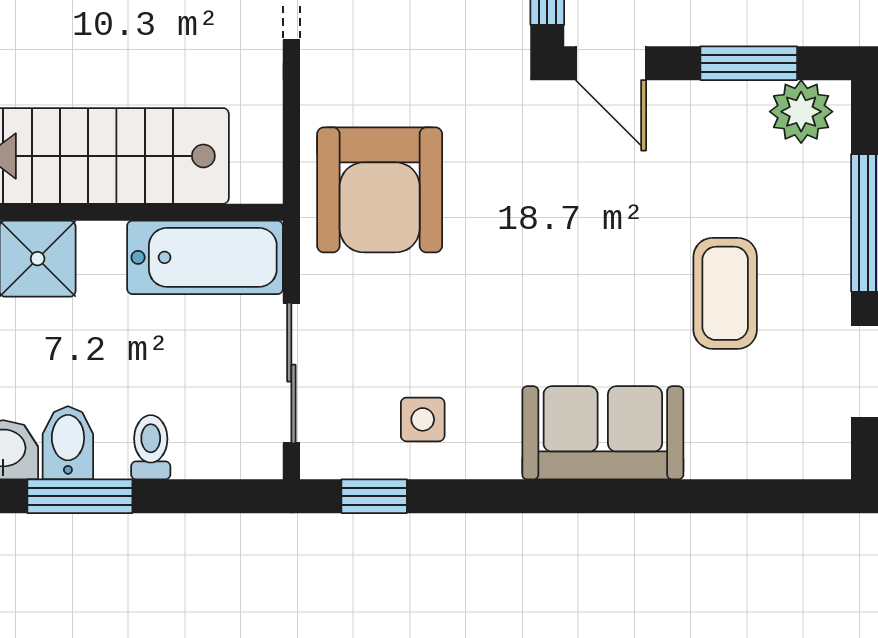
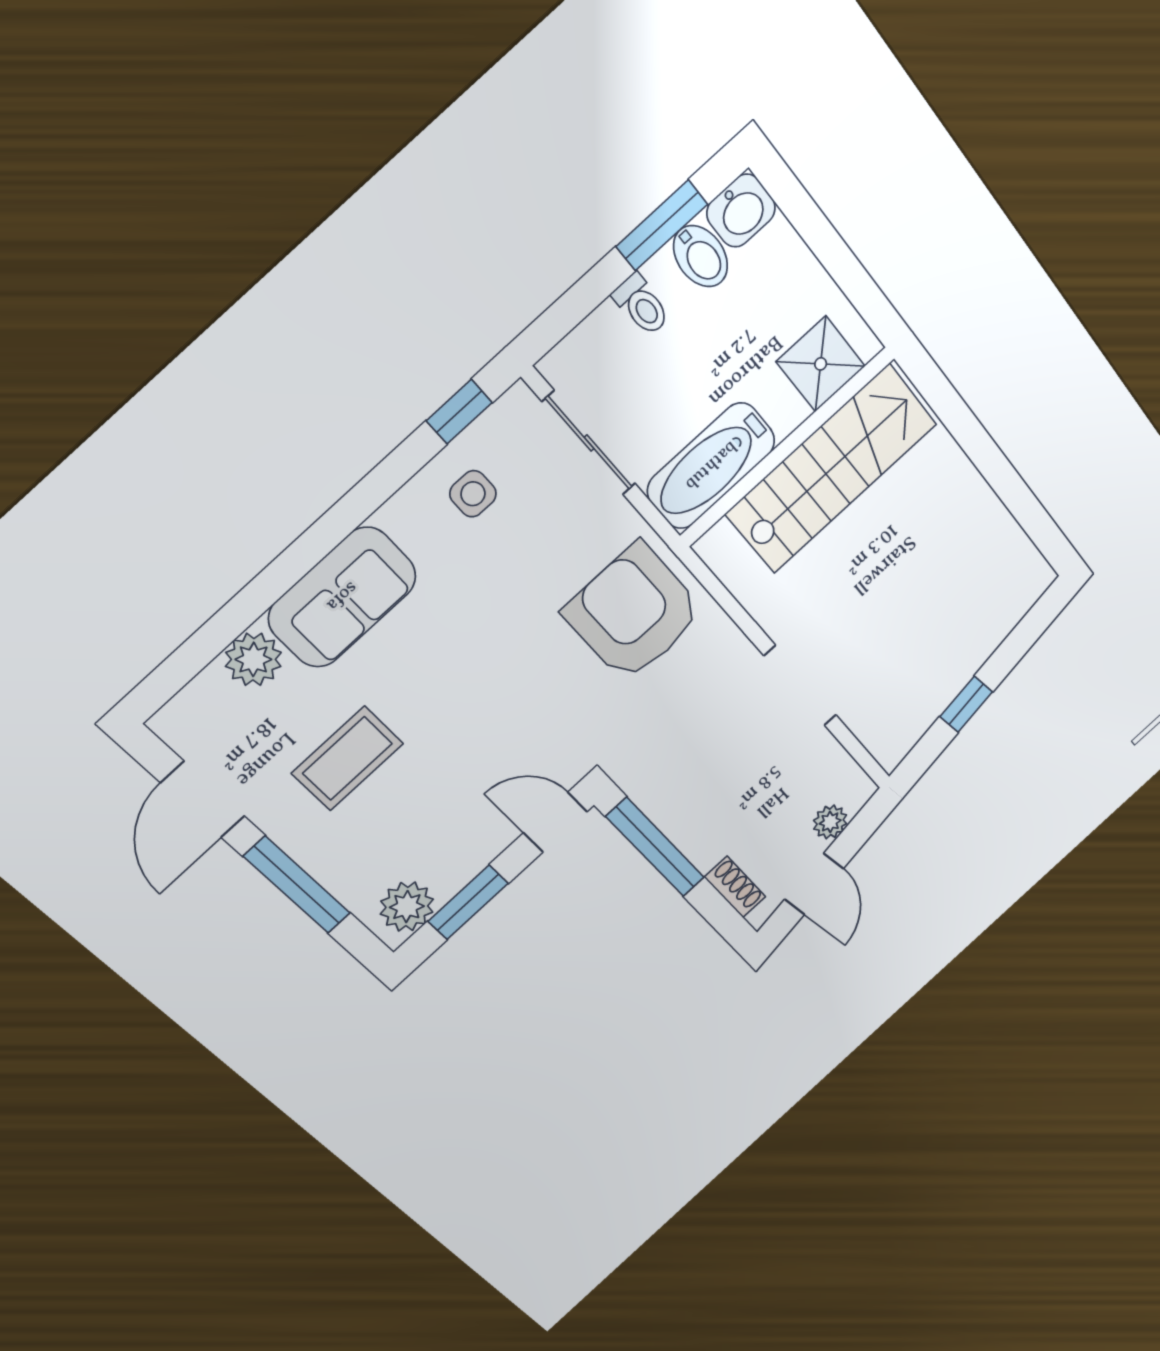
coffee table: (725, 293) -> (347, 758), turned 90
plant: (718, 449) -> (253, 659), added

